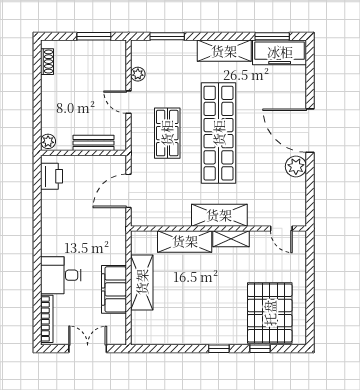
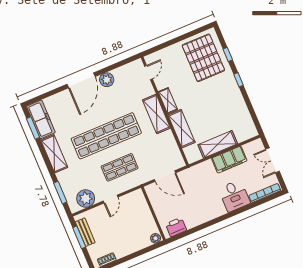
plant: (138, 74) -> (86, 198), width x1.88, depth x1.88
bench: (93, 143) -> (85, 232), moved
pallet: (270, 313) -> (203, 58), turned 90

